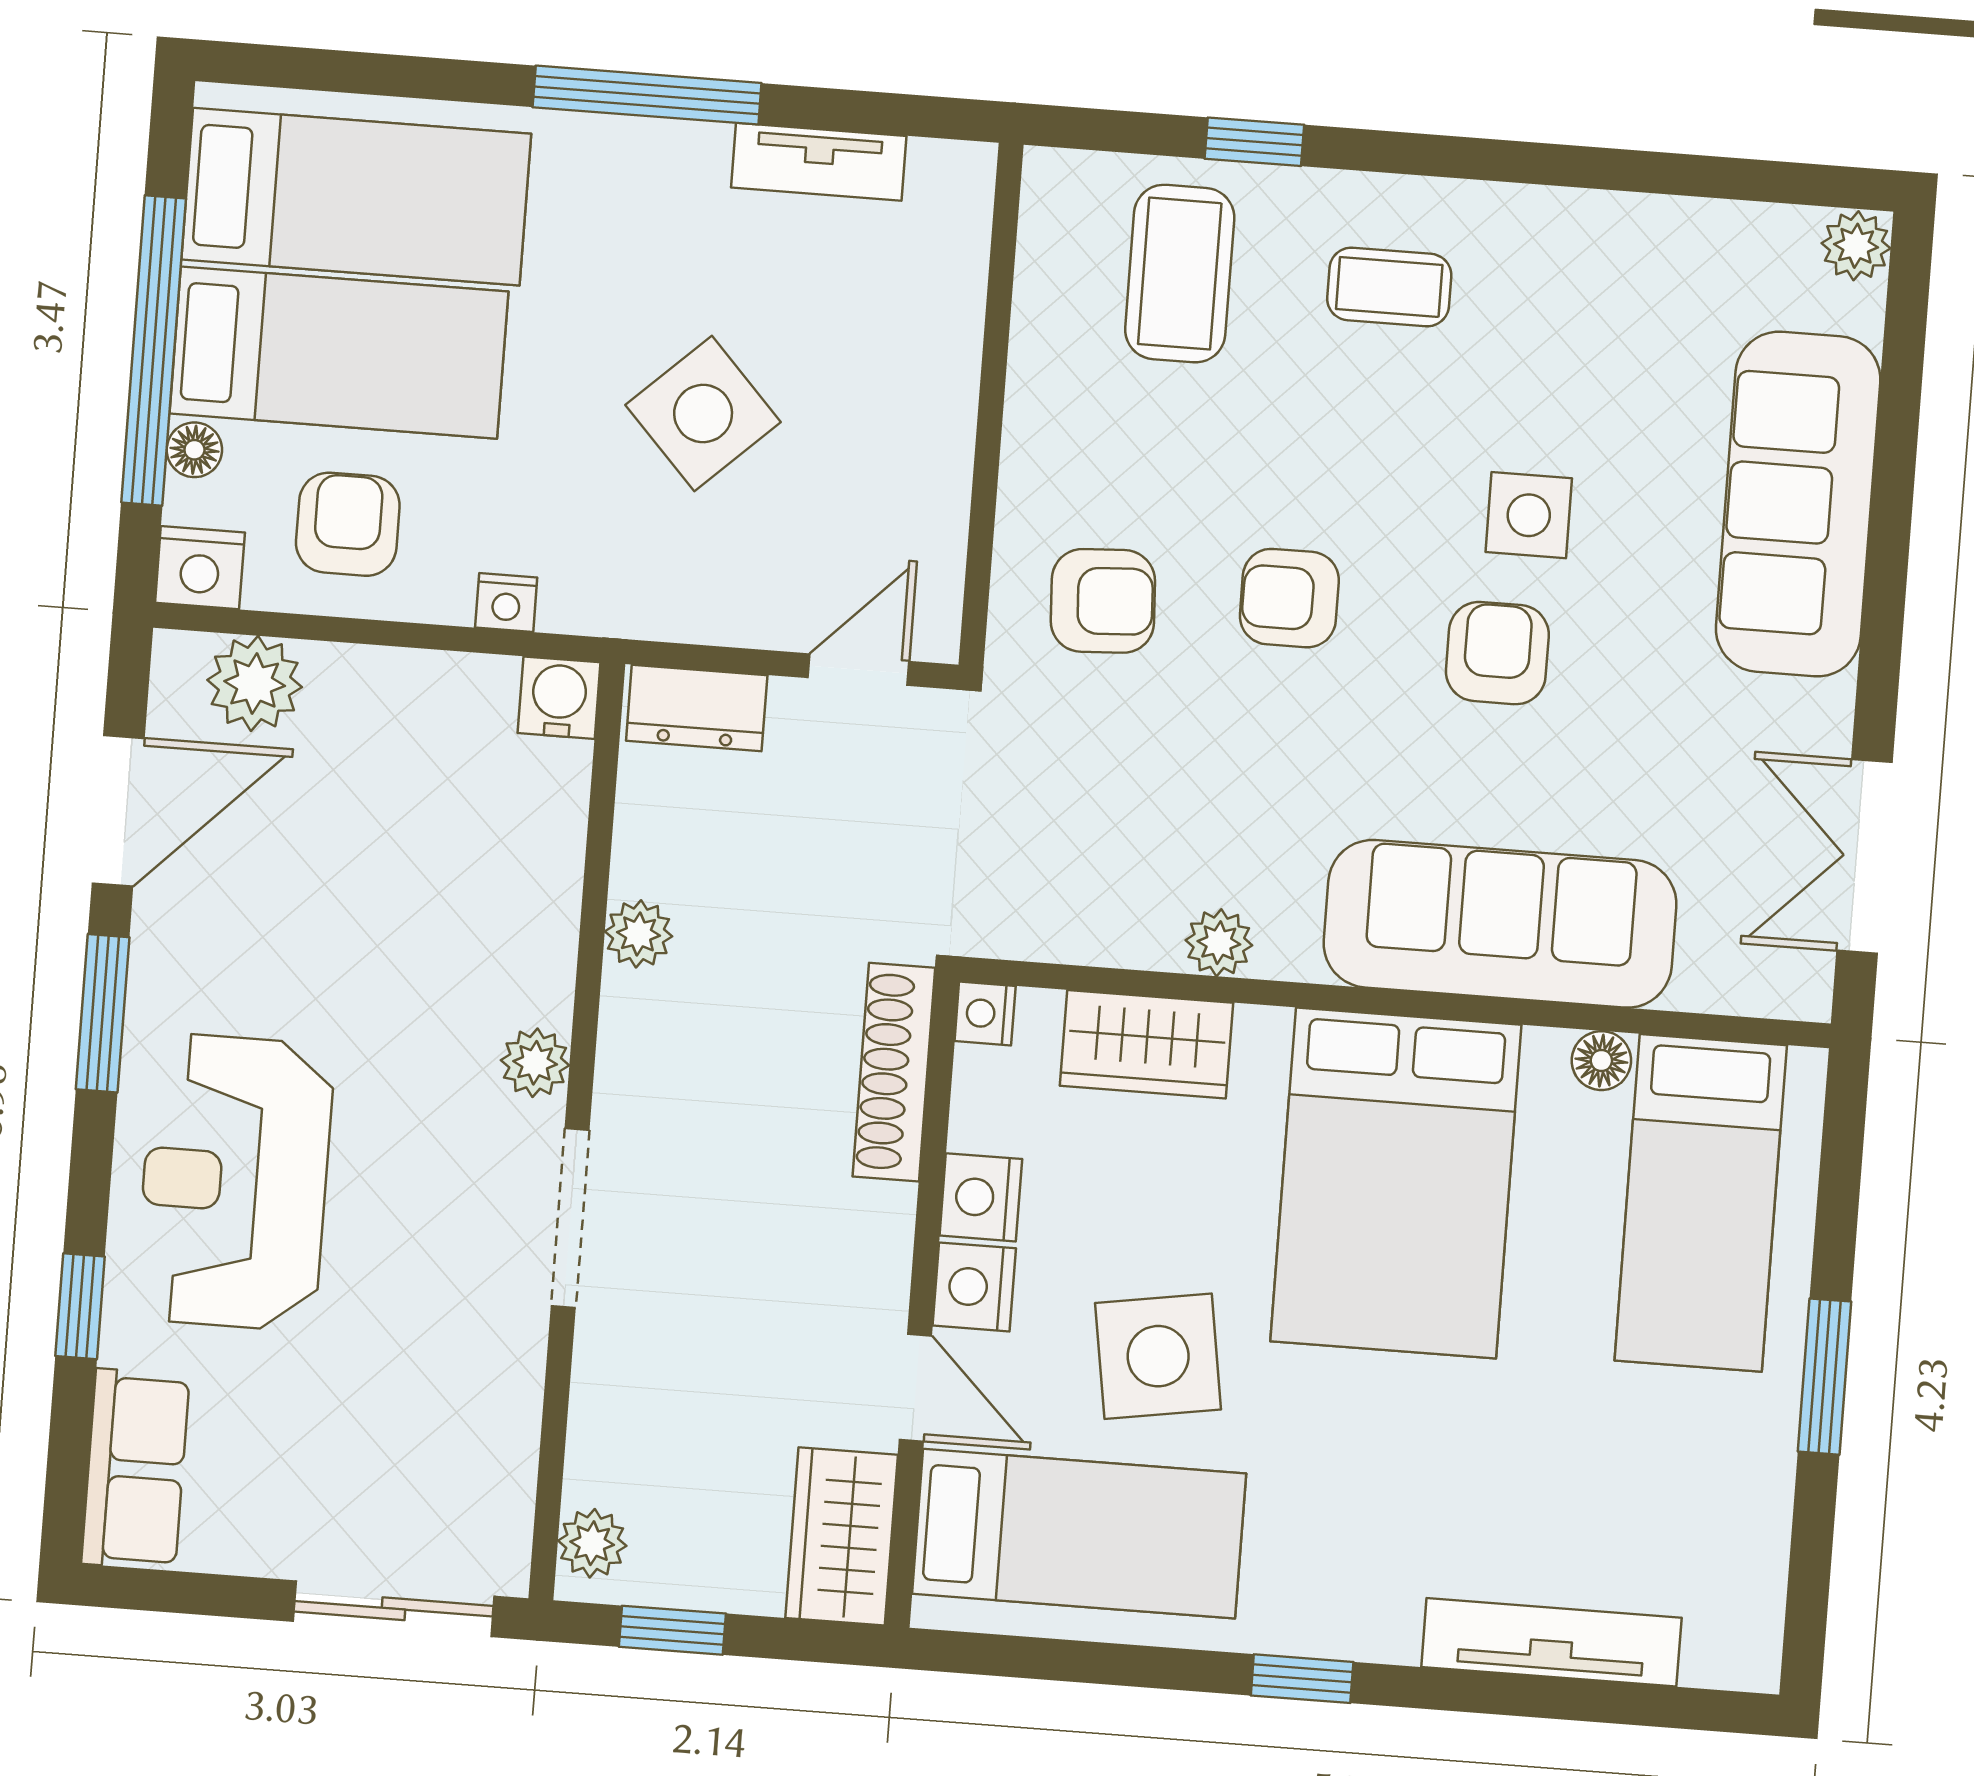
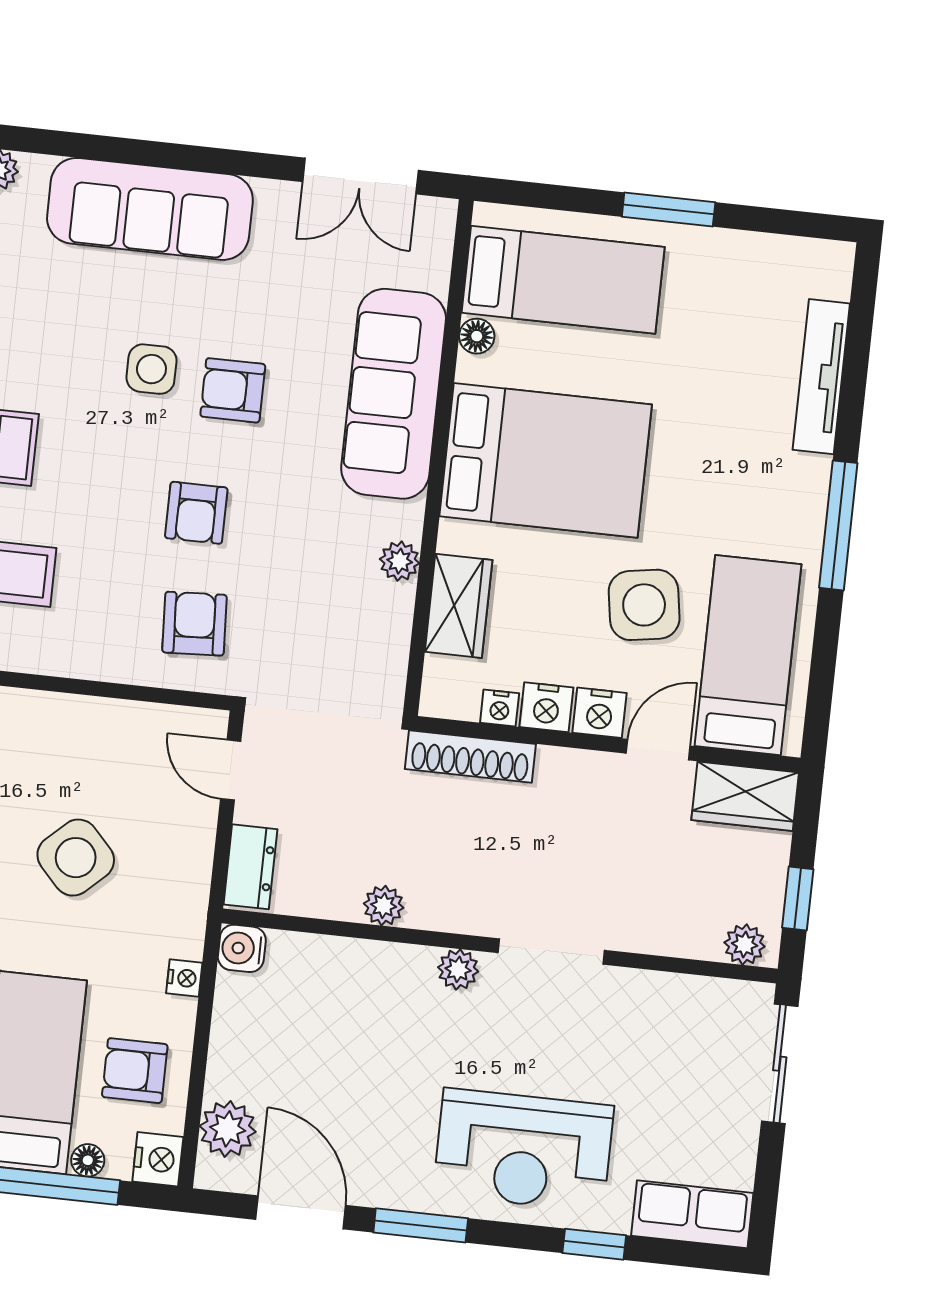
nightstand: (985, 1014) -> (500, 708), moved
window: (1302, 1679) -> (838, 525), width x2.17

